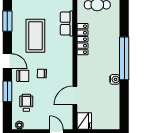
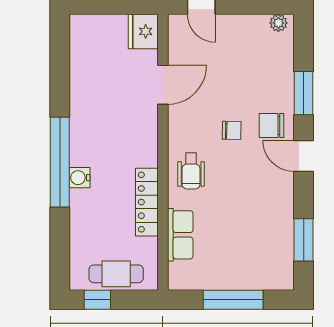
coffee table: (35, 36) -> (245, 209), removed
water cooler: (115, 79) -> (80, 178), moved
wheelchair: (26, 103) -> (191, 171), moved

